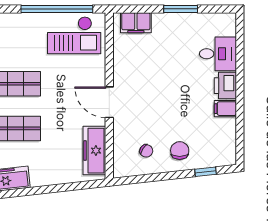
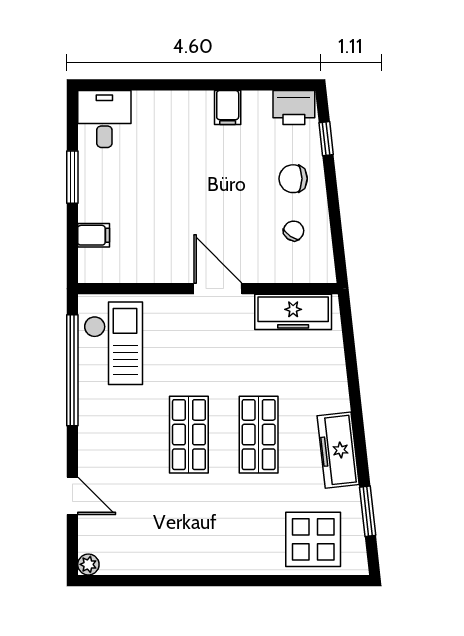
filing cabinet: (136, 23) -> (94, 235), width x0.50
desk: (218, 54) -> (104, 119), moved
printer: (225, 86) -> (294, 107), moved
door: (109, 102) -> (218, 289), swing flipped

